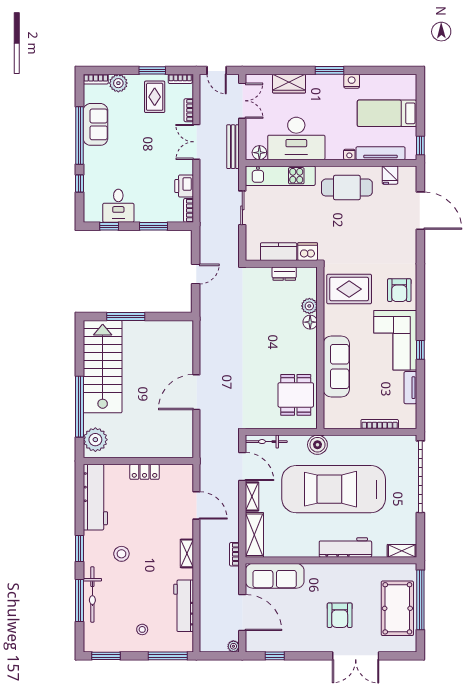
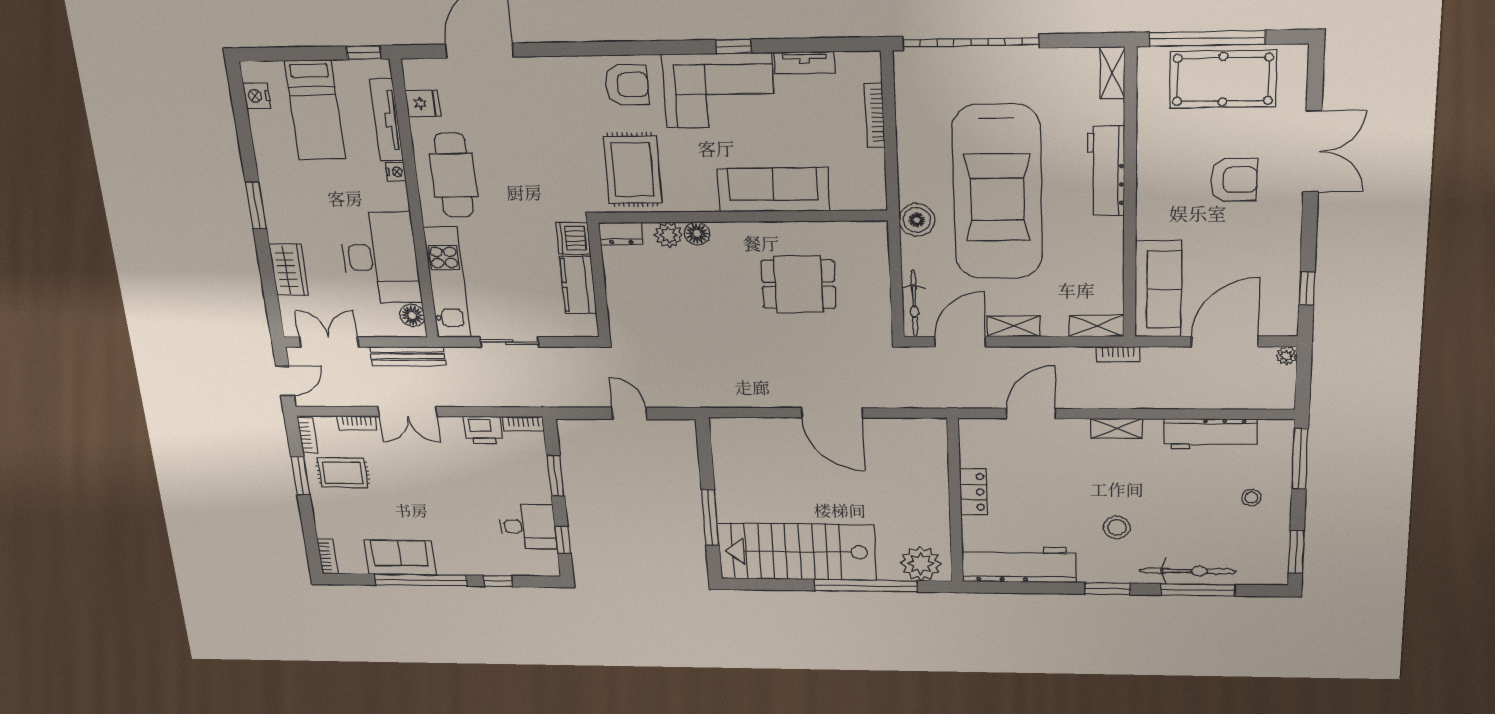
nightstand: (352, 81) -> (257, 96), moved
plant: (118, 83) -> (329, 525), removed
dresser: (284, 274) -> (621, 234), moved, turned 90
dining table: (296, 395) -> (798, 284), moved
shelving: (254, 535) -> (1096, 326), width x0.67, depth x0.75

